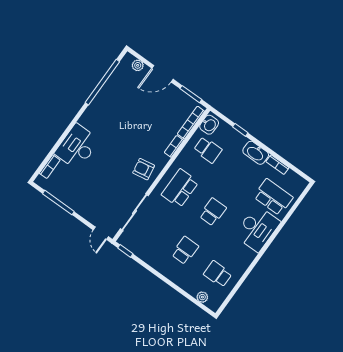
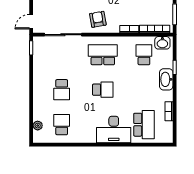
school desk: (208, 150) -> (144, 55), turned 180
washbasin: (256, 153) -> (166, 79), moved
school desk: (185, 250) -> (62, 90), turned 90

